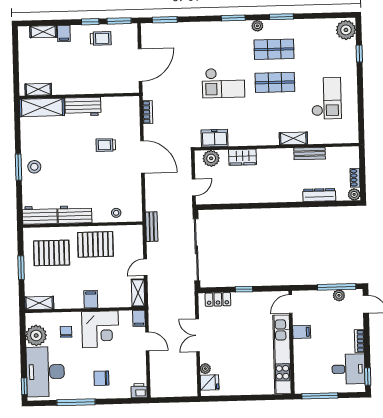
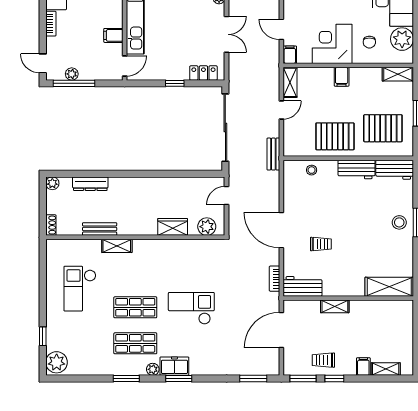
shelving: (38, 89) -> (335, 306), moved
workbench: (83, 107) -> (302, 286), moved
freezer: (215, 138) -> (174, 366), moved, turned 180
shoe rack: (355, 178) -> (51, 225), moved

